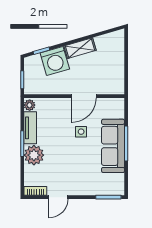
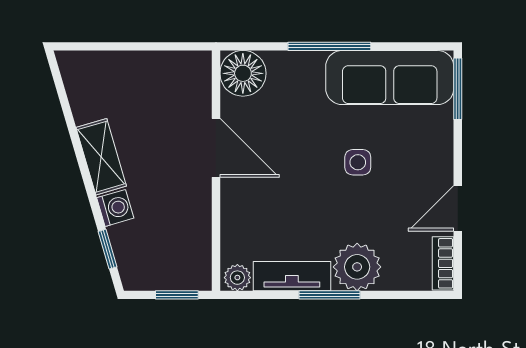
washing machine: (55, 61) -> (115, 208), width x0.53, depth x0.53
floor lamp: (115, 107) -> (243, 73), added
side table: (81, 132) -> (358, 162), moved
sofa: (113, 146) -> (390, 78), moved
door: (58, 197) -> (458, 208), swing flipped

